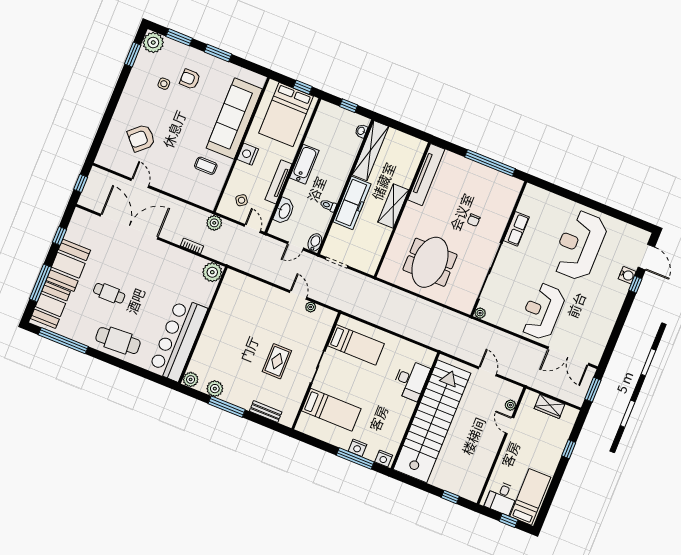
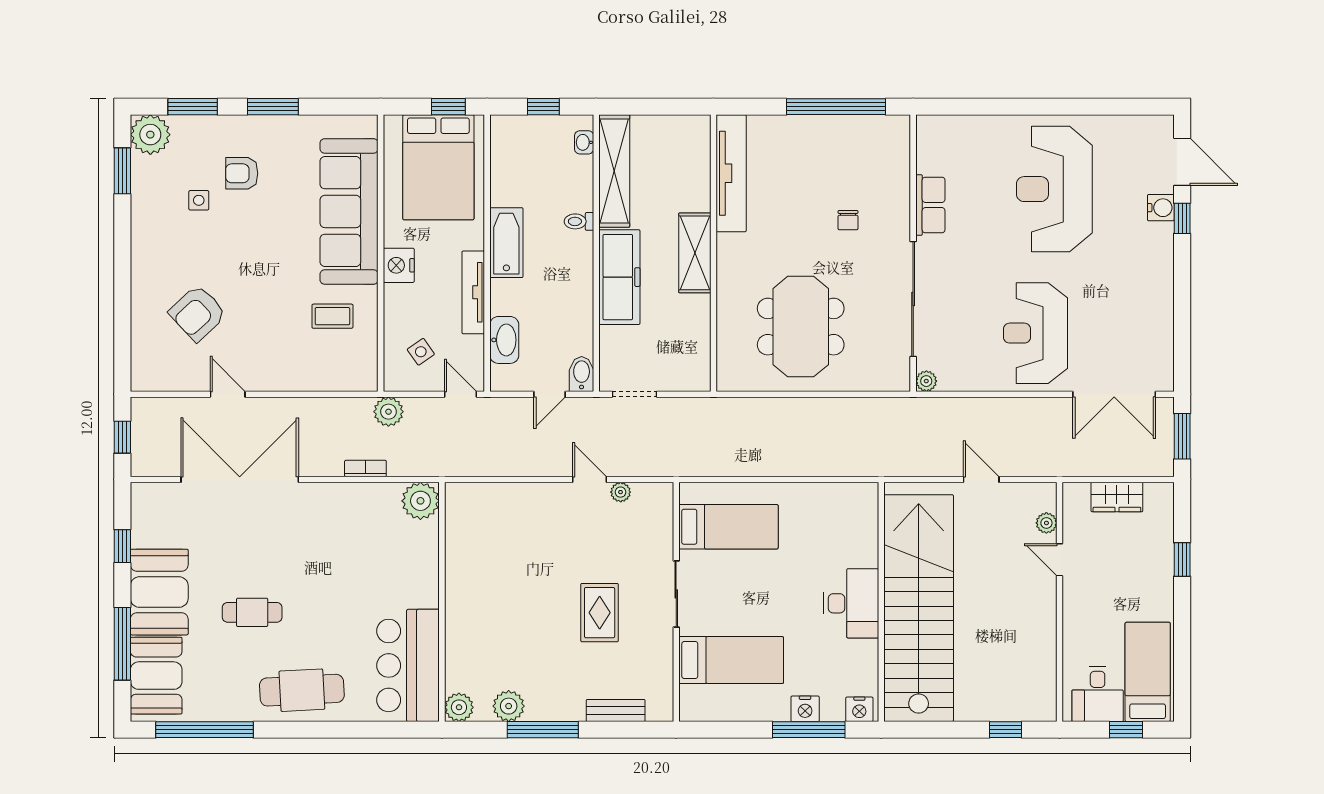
toilet: (328, 205) -> (579, 221), moved
bar counter: (178, 339) -> (408, 665), width x0.73
desk: (411, 380) -> (851, 603), moved

